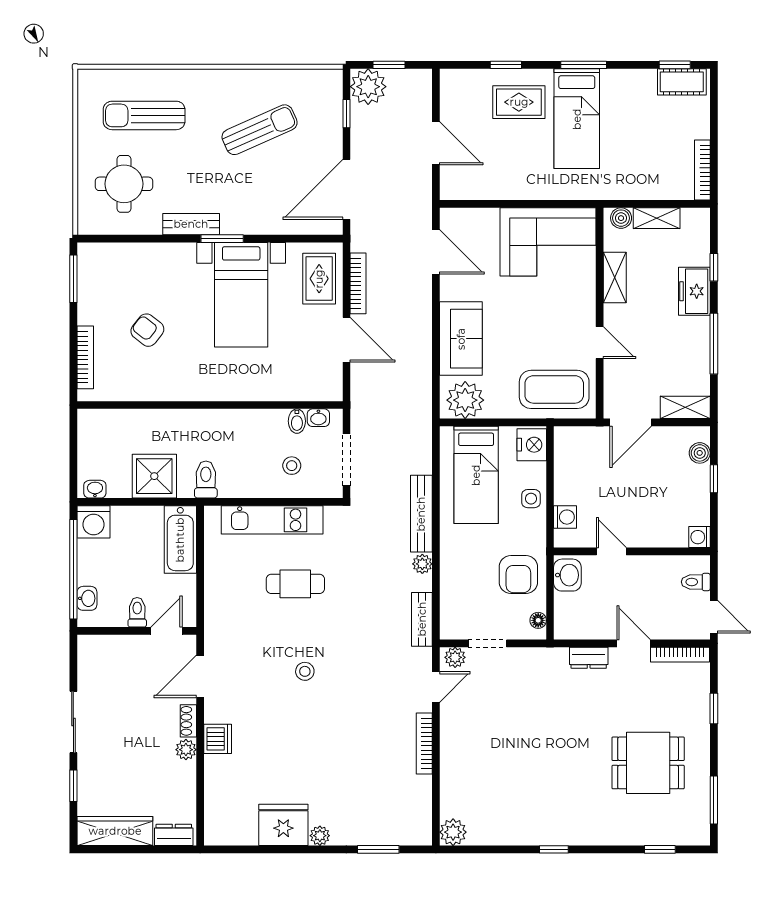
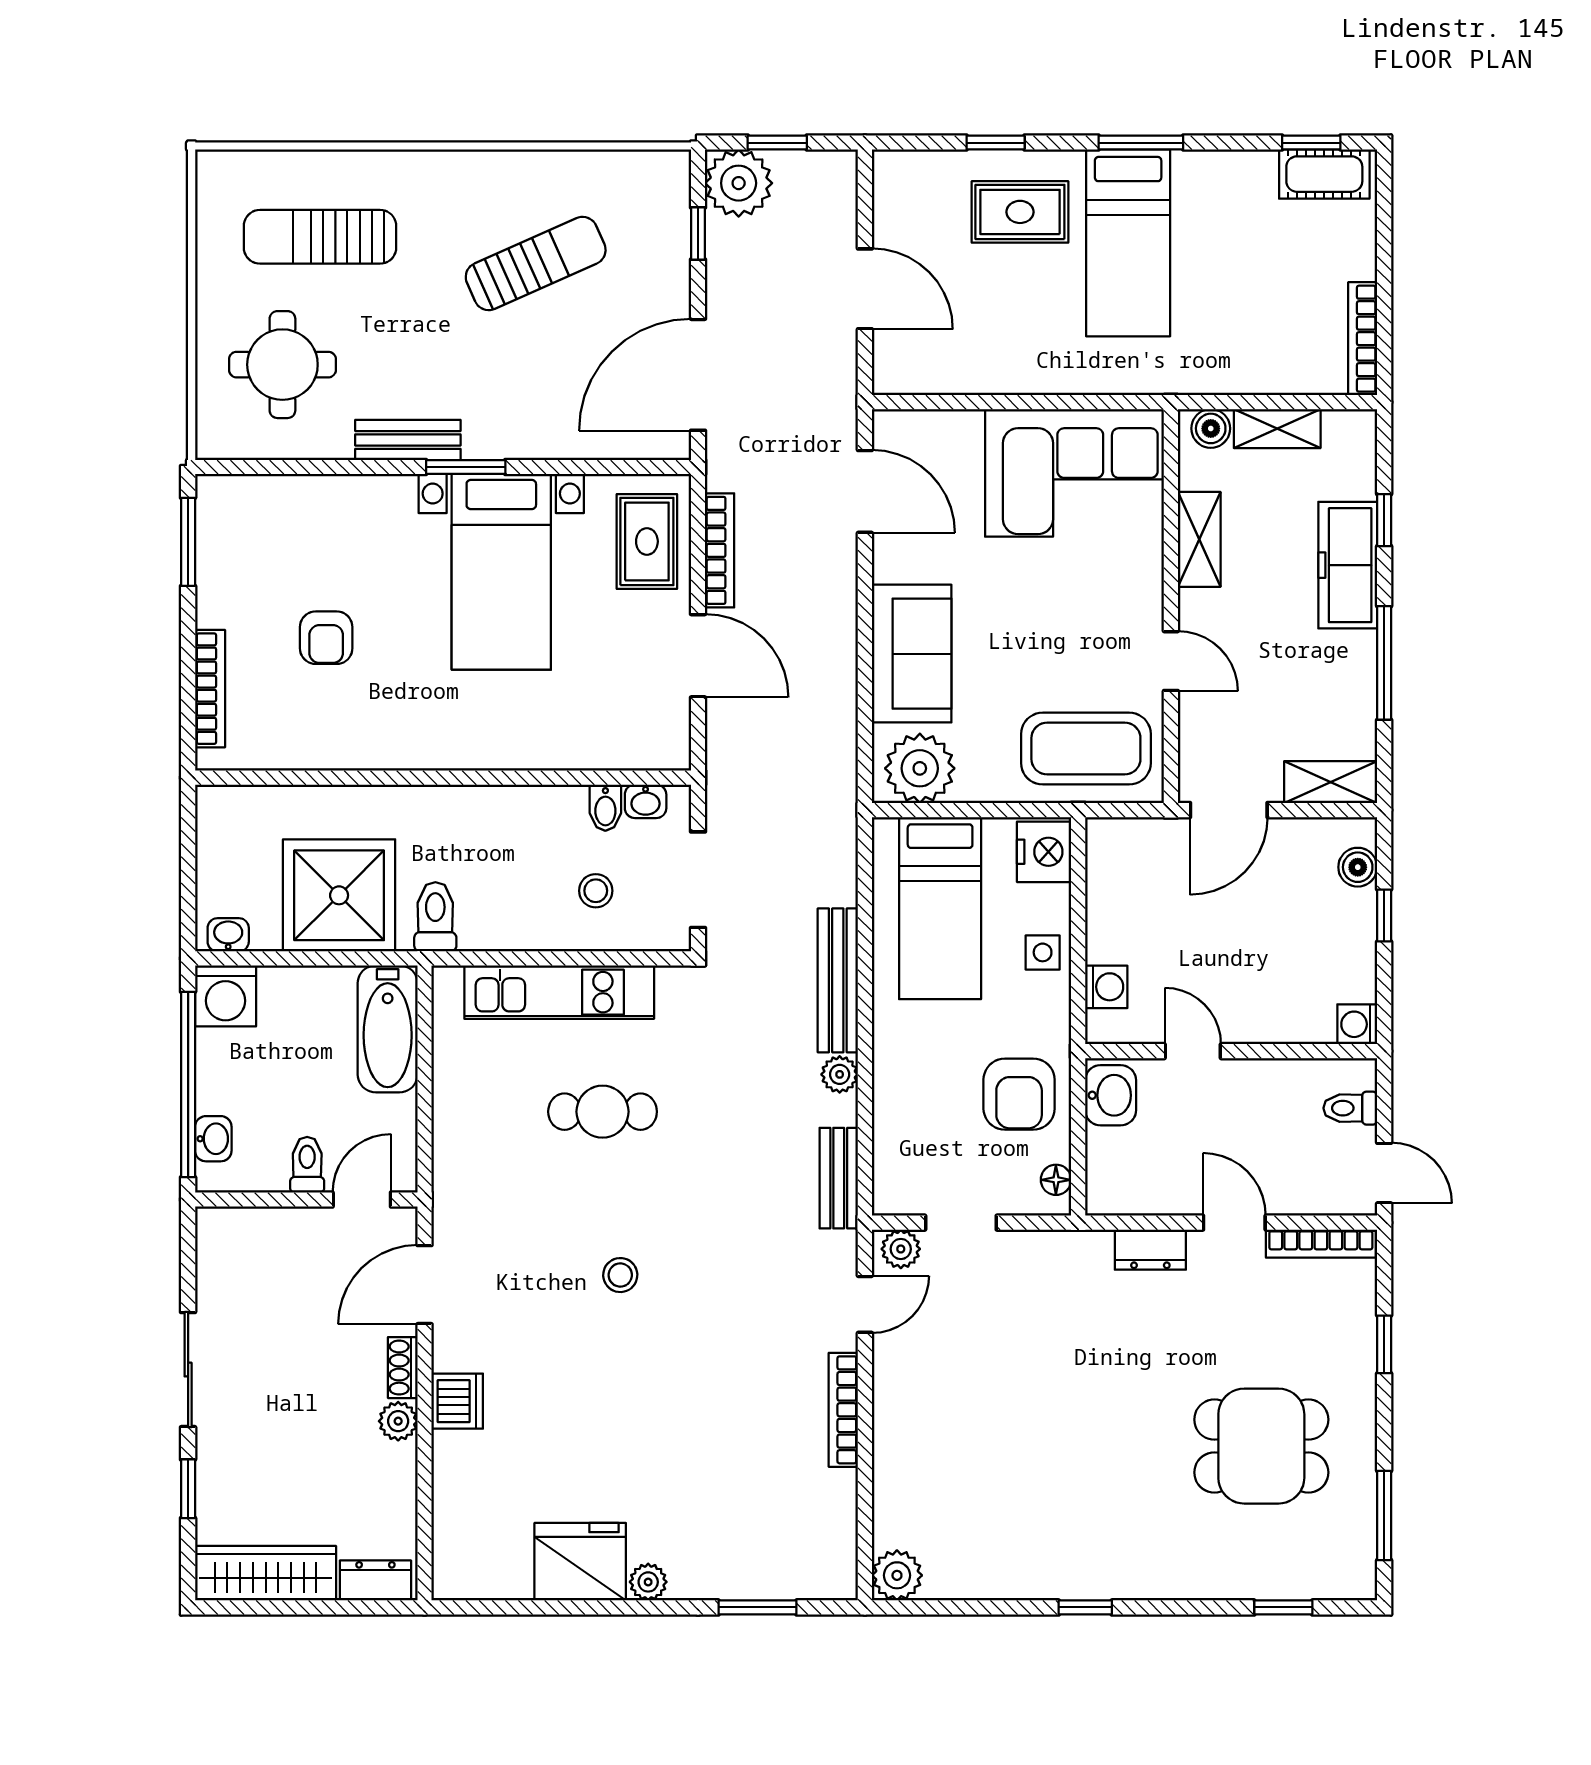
freezer: (694, 291) -> (1348, 565), width x1.40
armchair: (147, 330) -> (326, 638), turned -128
shower: (154, 476) -> (339, 895), width x1.37, depth x1.37

